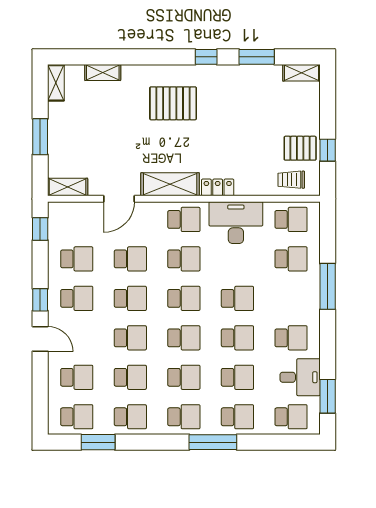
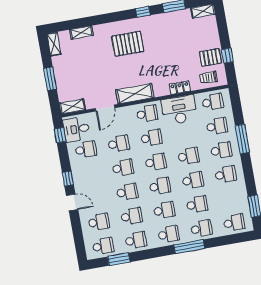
locker: (218, 187) -> (180, 88), moved
school desk: (77, 298) -> (221, 150), moved
desk: (300, 377) -> (76, 129), moved, turned 180

